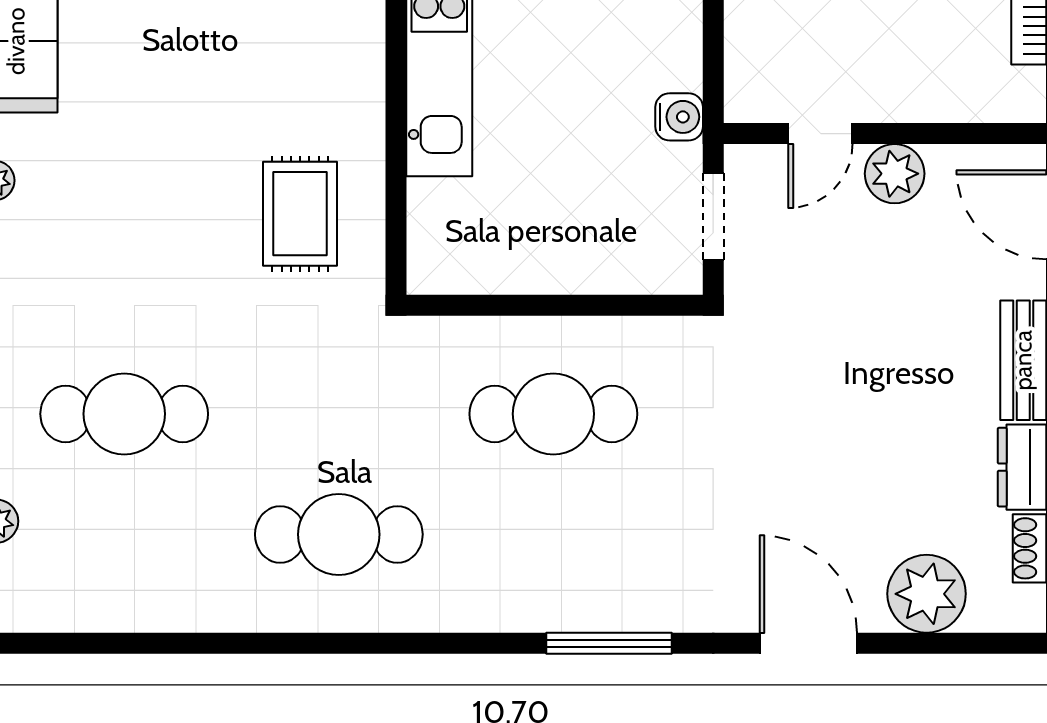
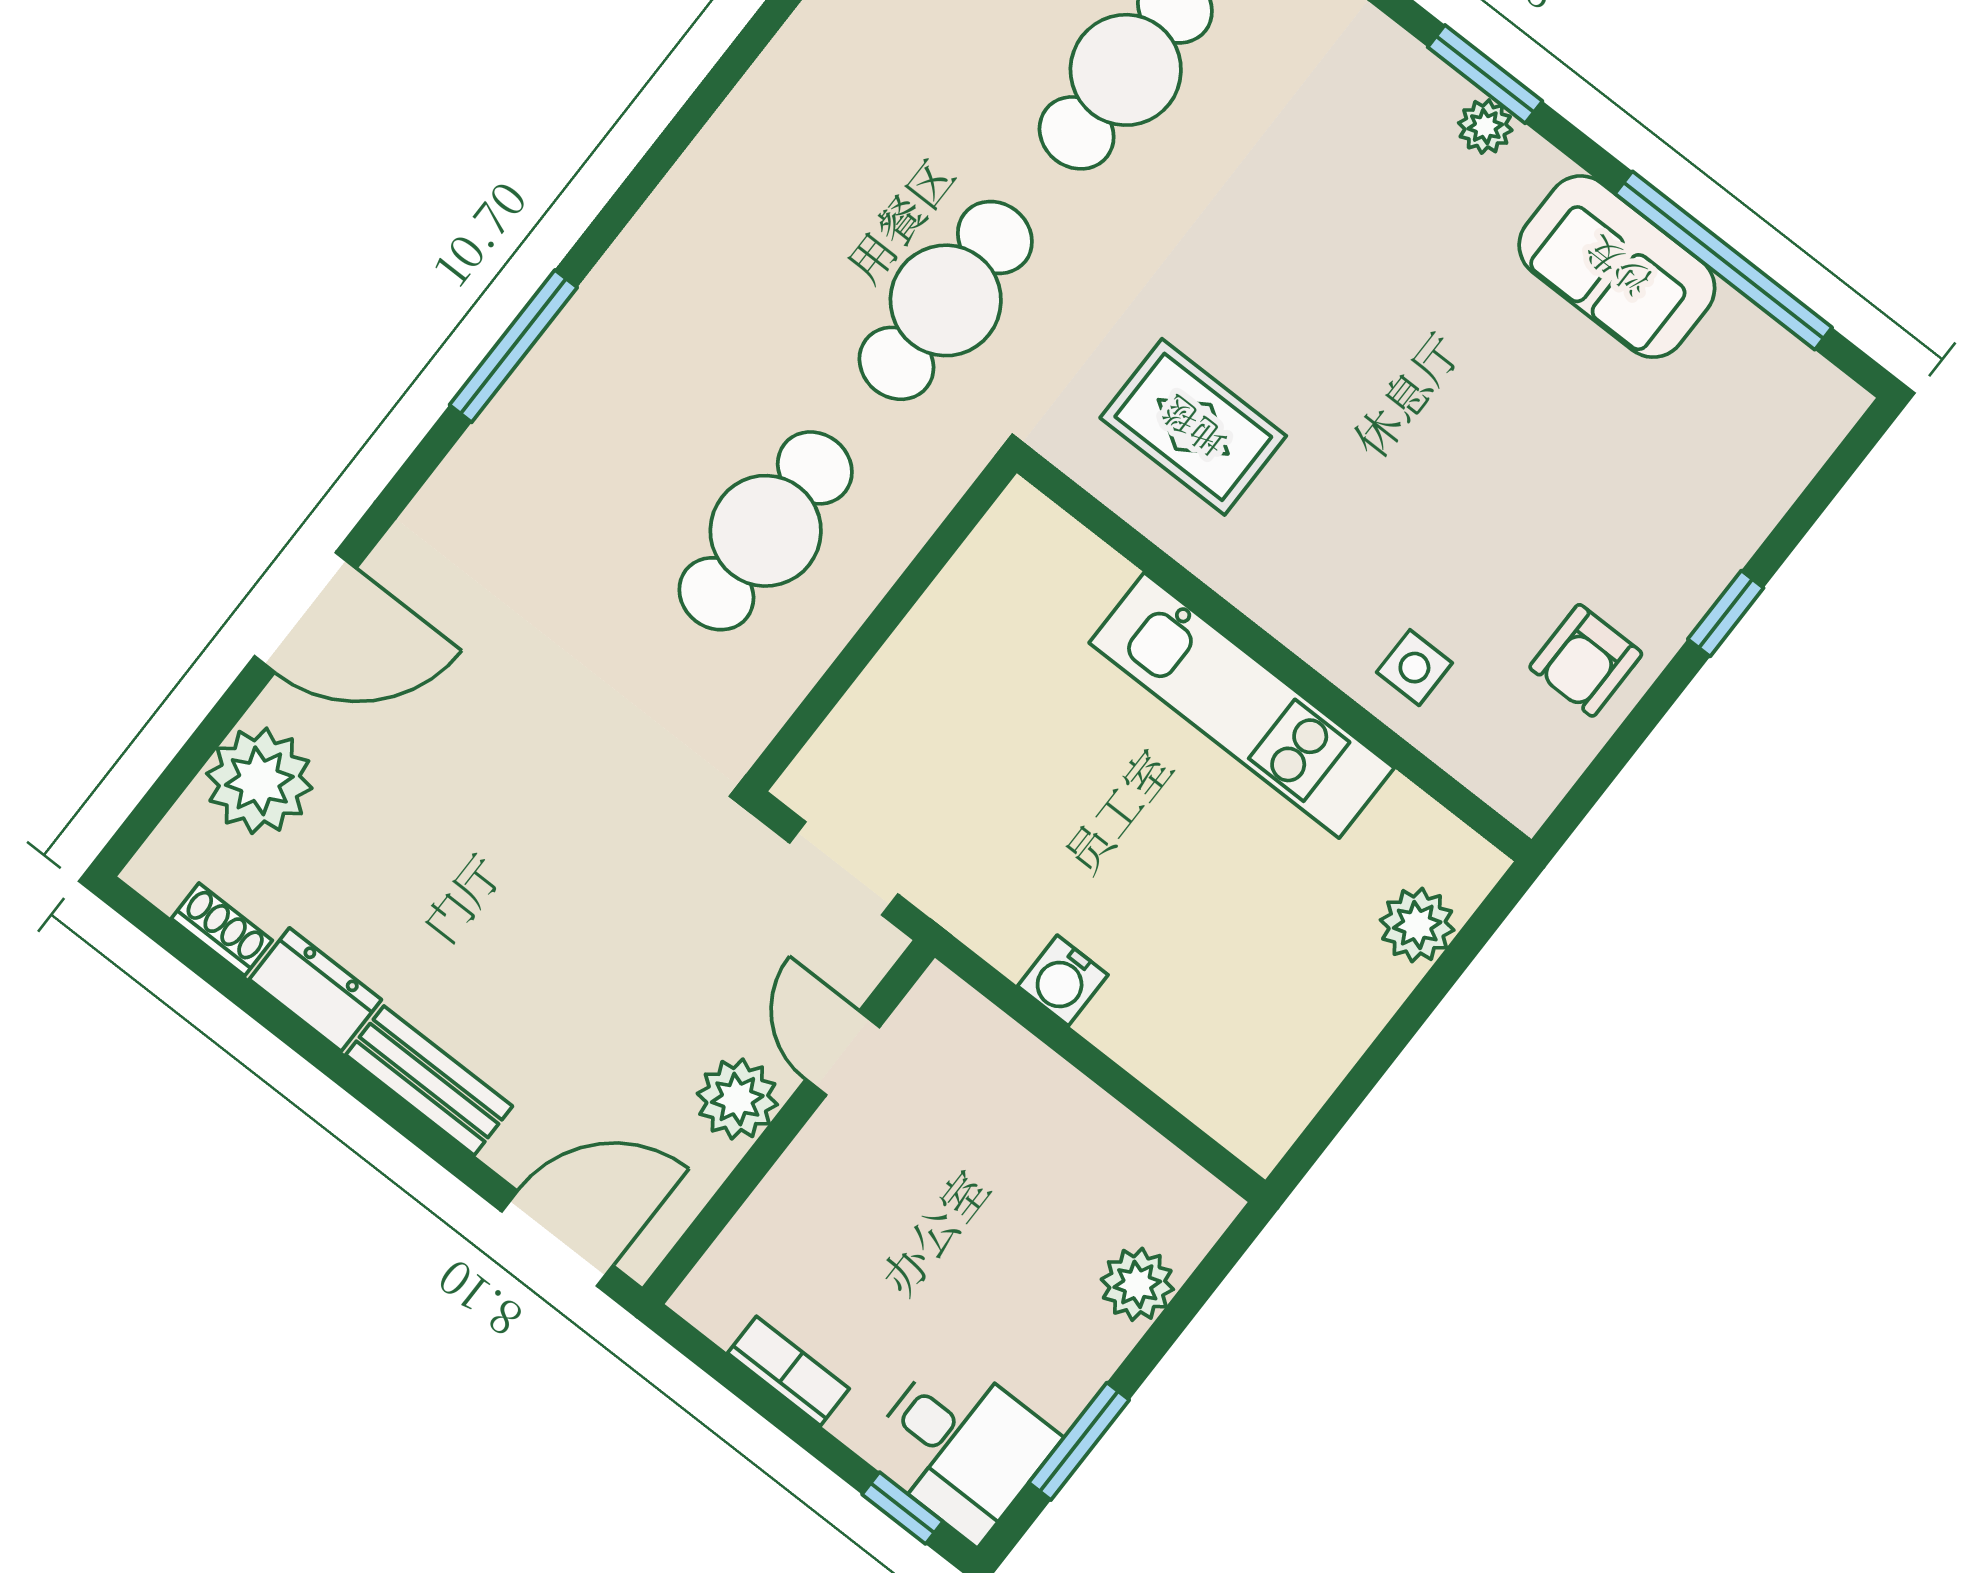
water cooler: (679, 117) -> (1063, 980), moved
cafe table: (339, 534) -> (946, 300), moved
window: (609, 643) -> (513, 346), moved

